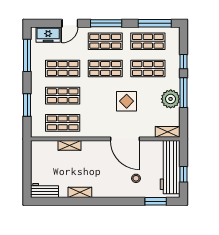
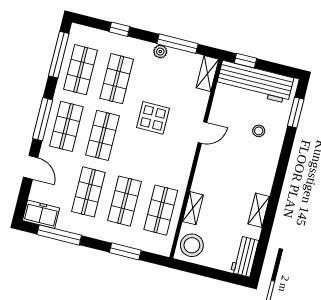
freezer: (48, 35) -> (41, 214), moved, turned -90
window: (183, 93) -> (178, 44), moved
plant: (171, 99) -> (160, 52), width x0.53, depth x0.53
door: (125, 139) -> (202, 132), width x0.53
stool: (43, 151) -> (192, 245), added
window: (183, 174) -> (245, 61), moved

